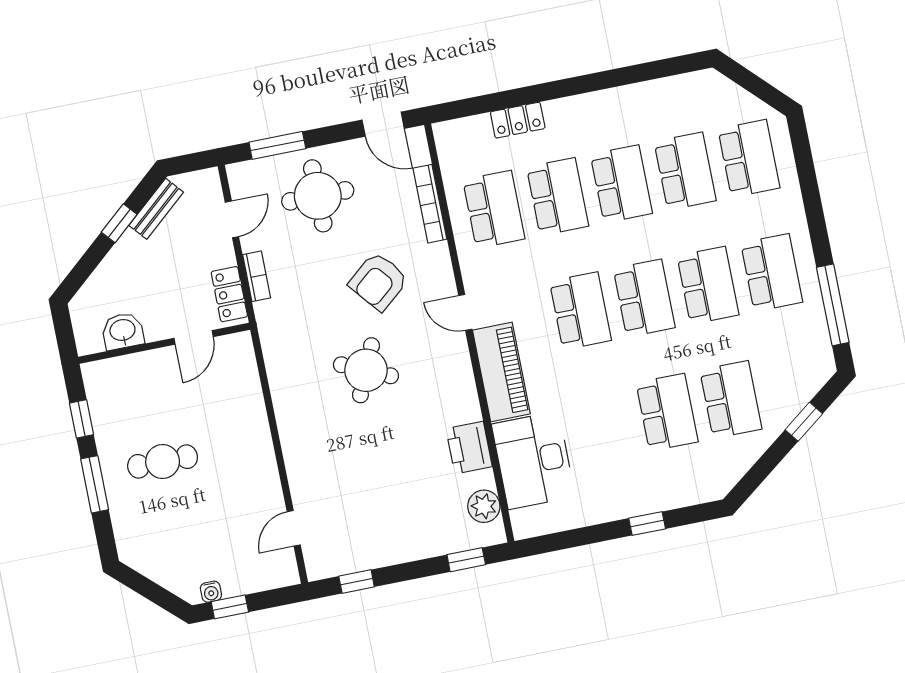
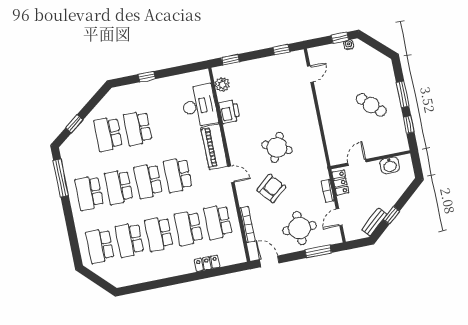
cafe table: (163, 461) -> (371, 105), turned 44

